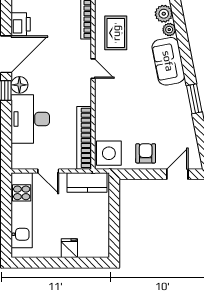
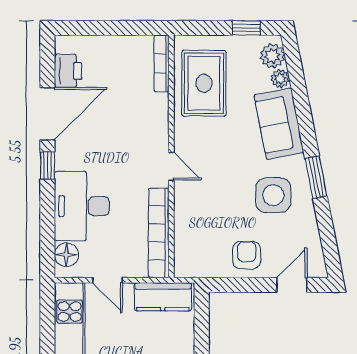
rug: (116, 33) -> (204, 83), width x1.36, depth x1.43
door: (93, 69) -> (171, 166), moved
floor lamp: (19, 85) -> (66, 255), moved
side table: (109, 153) -> (273, 195), moved

